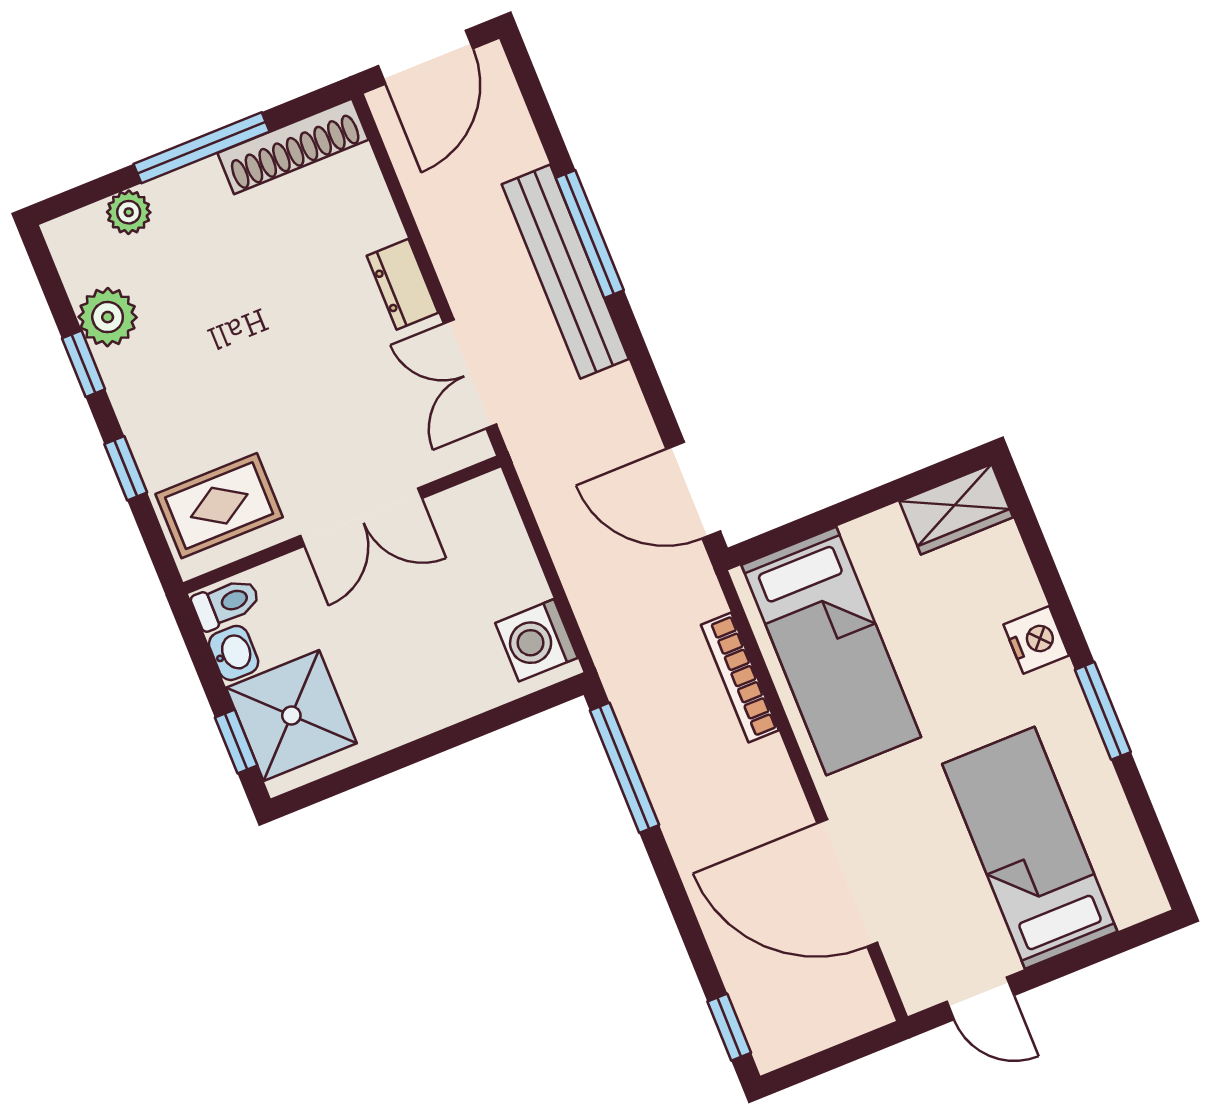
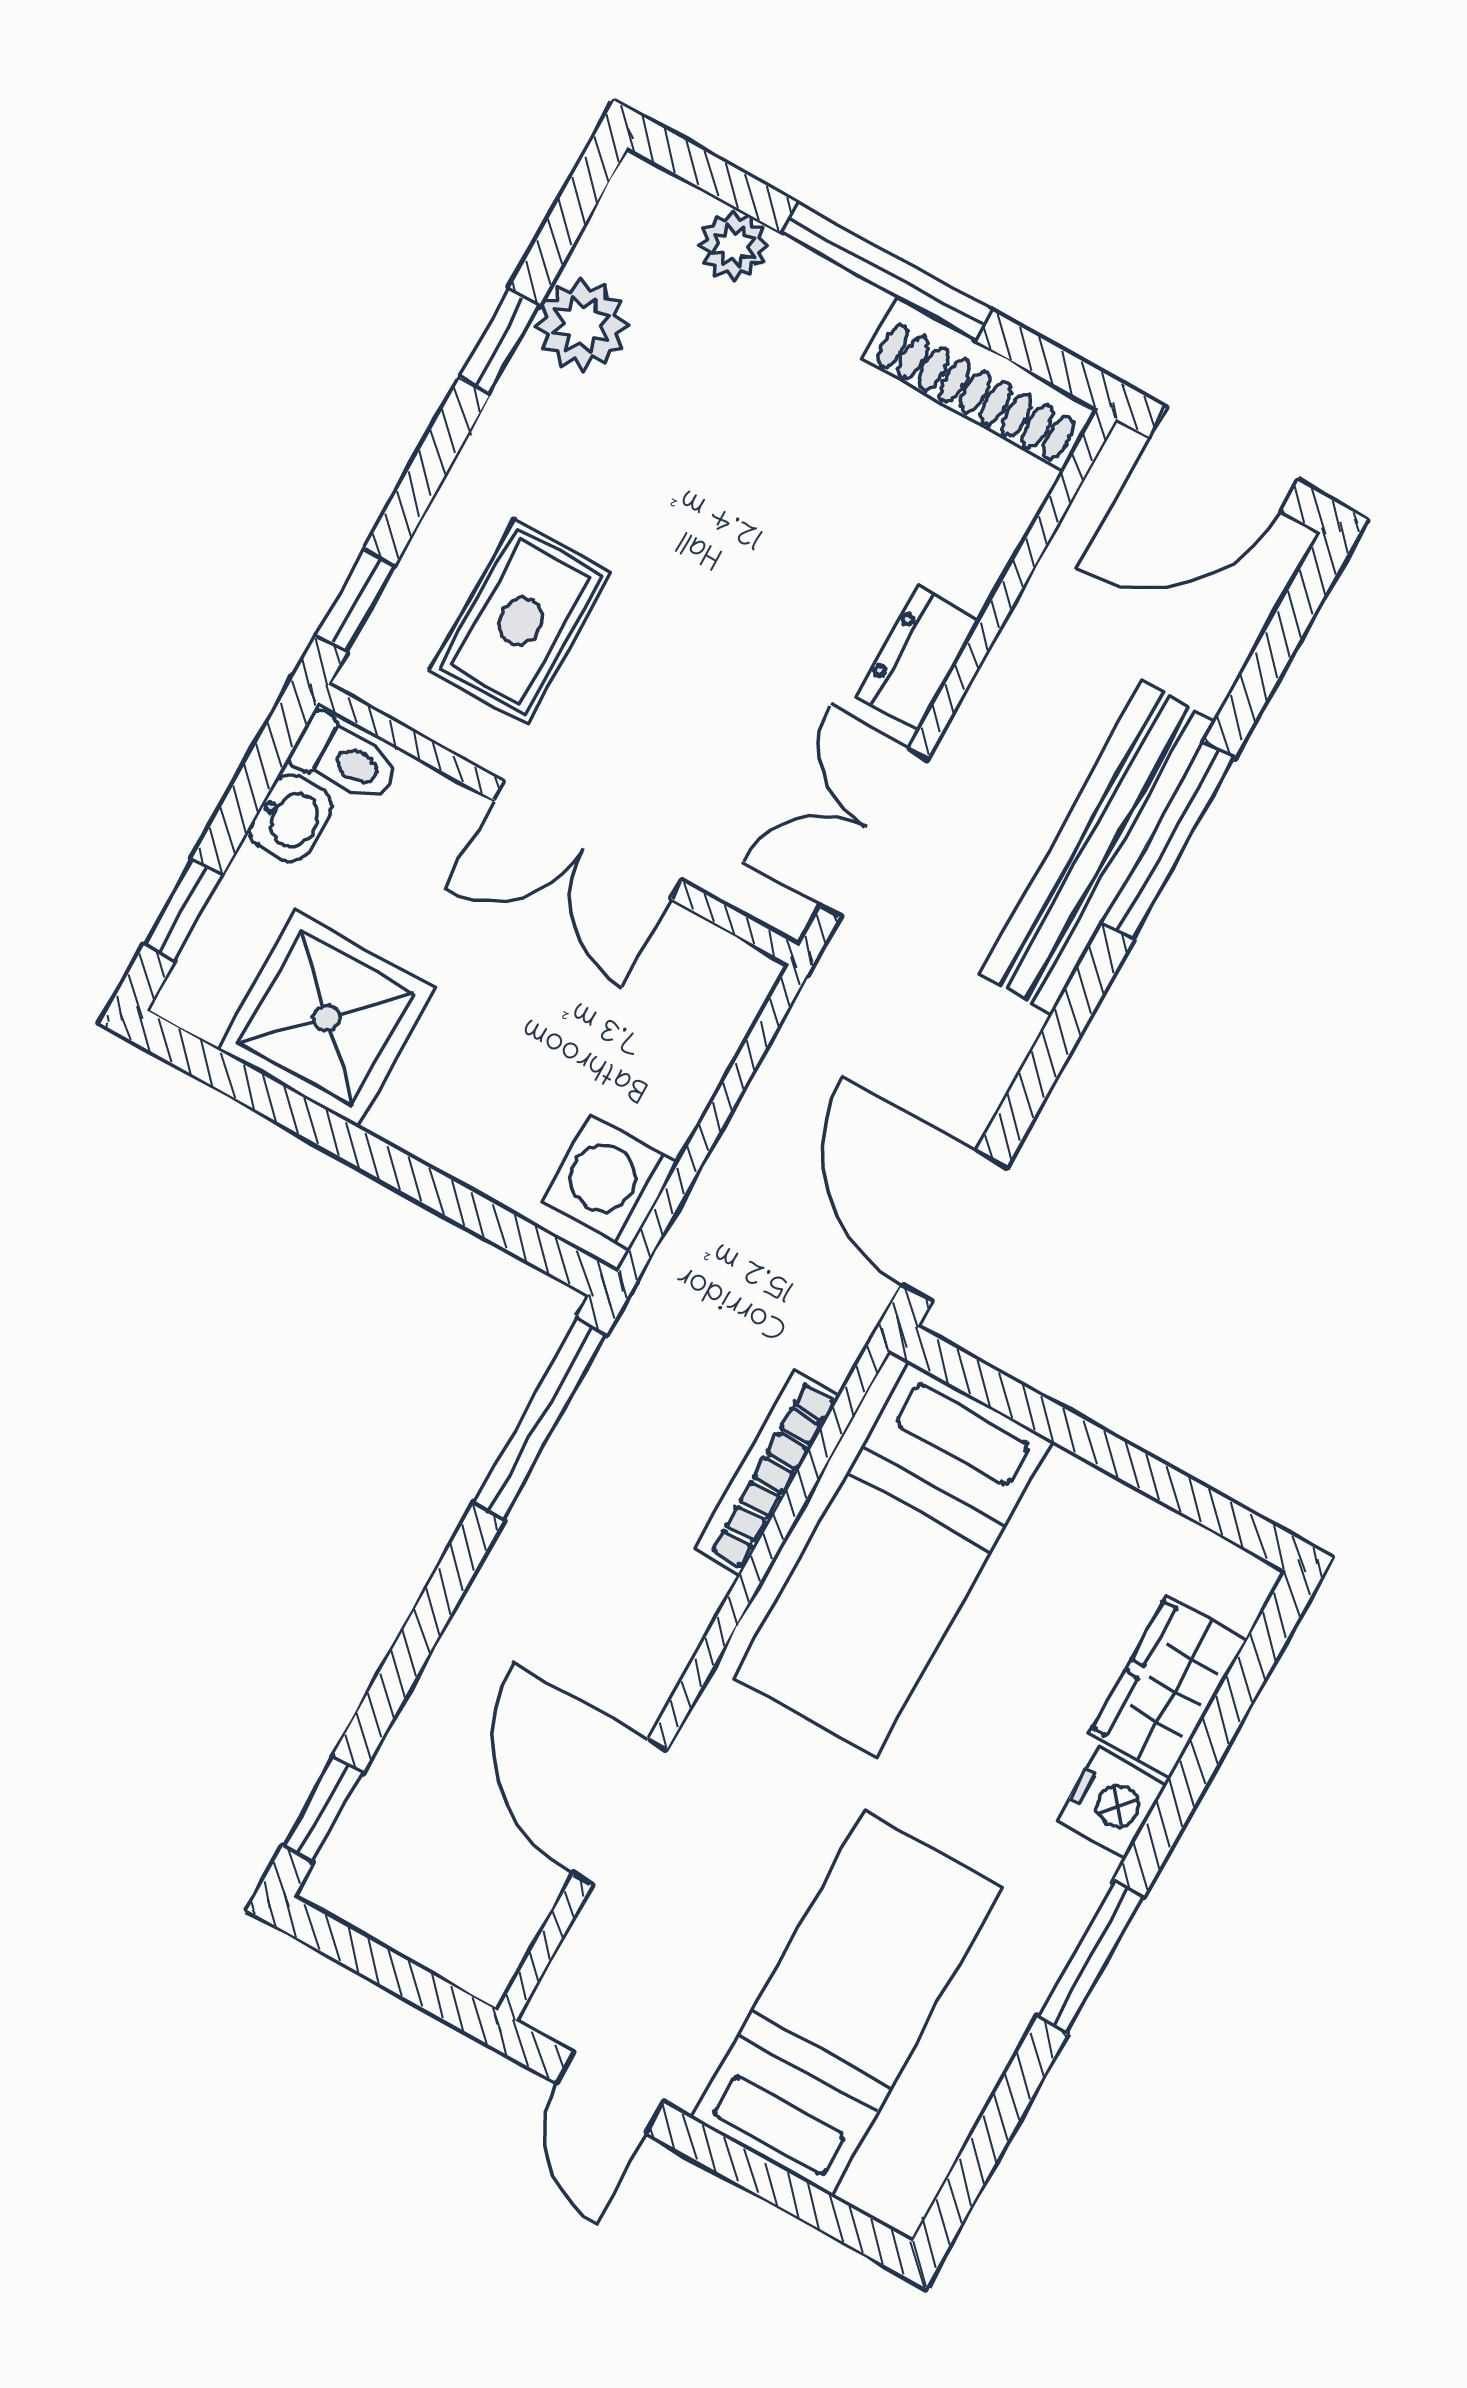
window: (126, 468) -> (356, 600), moved
rug: (219, 506) -> (521, 621), moved, turned 90
wardrobe: (956, 509) -> (1169, 1687), moved, turned 90
shower: (291, 715) -> (327, 1018), moved
door: (847, 883) -> (620, 1812), width x0.73

